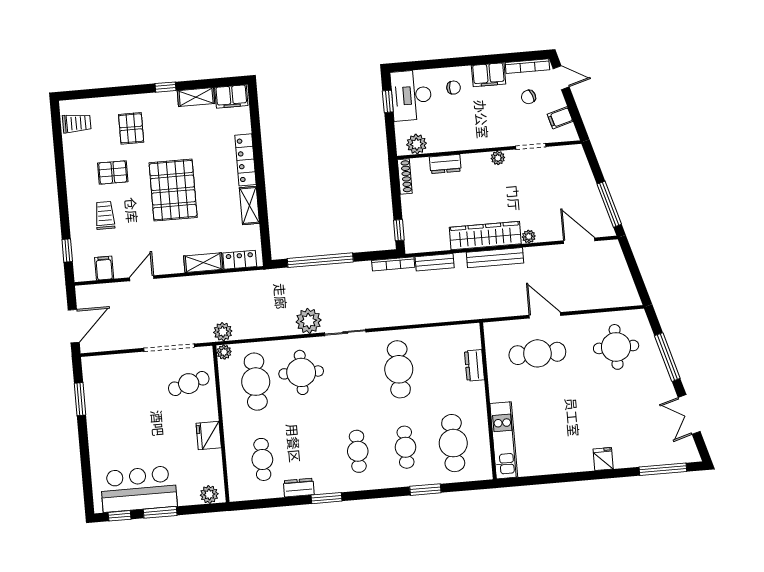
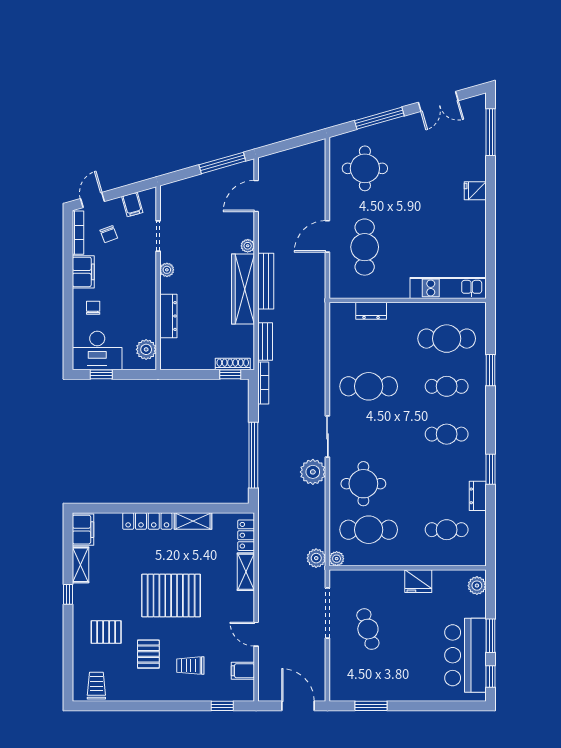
dresser: (445, 164) -> (168, 316), width x1.44
shoe rack: (405, 176) -> (233, 364), moved
cafe table: (189, 384) -> (368, 629), moved

